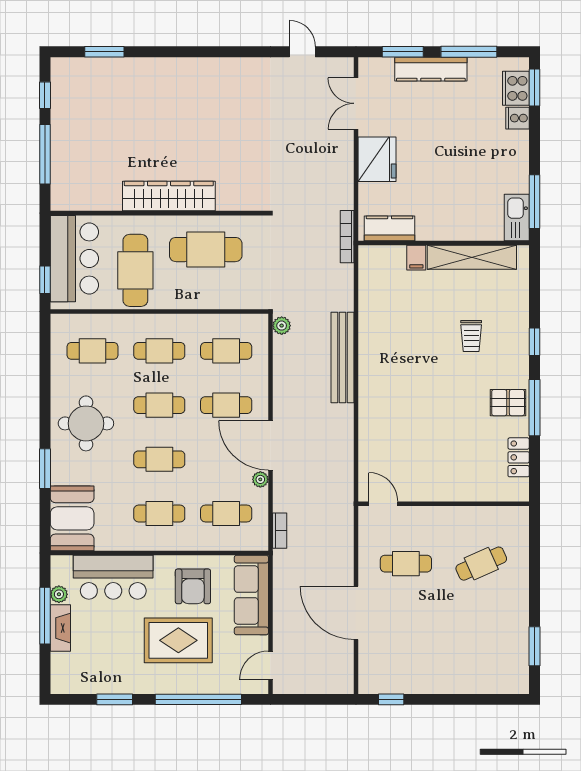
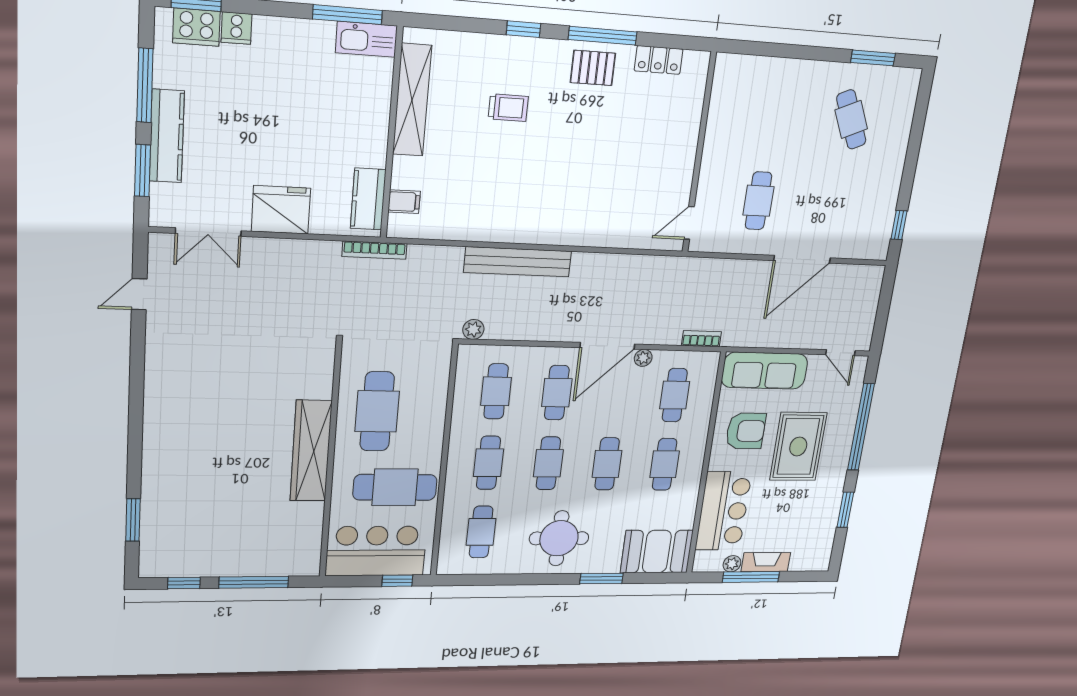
filing cabinet: (416, 258) -> (404, 202), moved
pallet: (508, 403) -> (593, 68), turned 90
cafe table: (481, 564) -> (851, 119), moved

